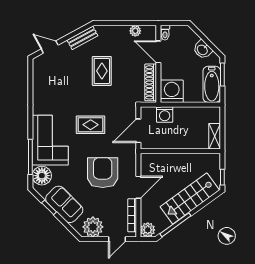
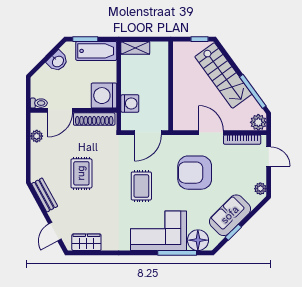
rug: (102, 71) -> (81, 173), turned 90
wardrobe: (40, 76) -> (86, 242), added
door: (138, 131) -> (148, 133), hinge flipped
shelving: (215, 136) -> (135, 48), moved
plant: (93, 227) -> (260, 189), width x0.53, depth x0.53

